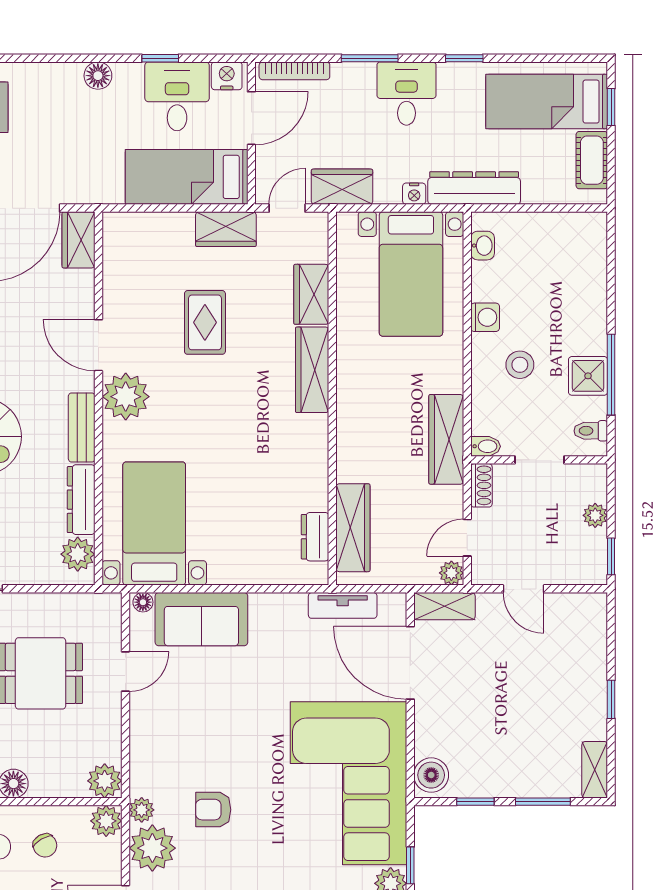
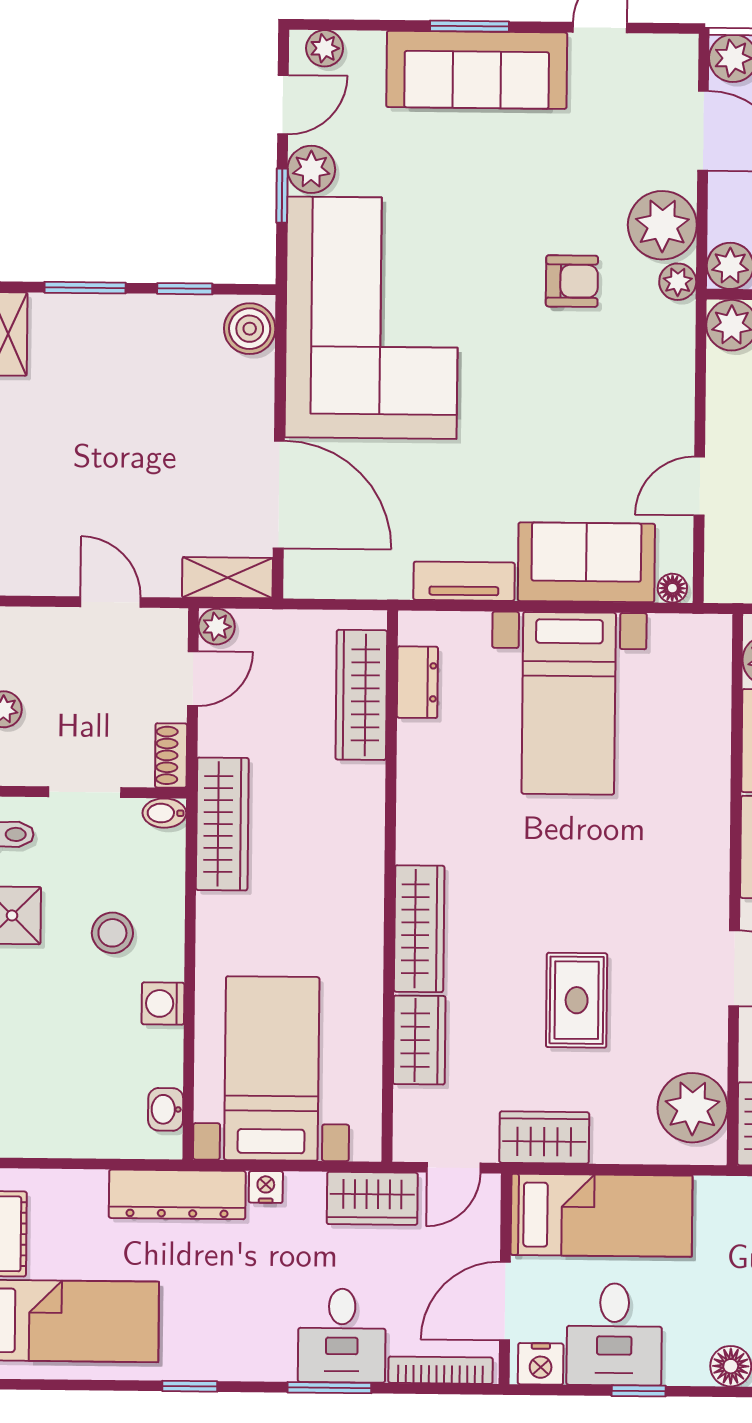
desk: (406, 94) -> (342, 1336), moved
plant: (126, 397) -> (692, 1108), moved
bed with nightstands: (154, 524) -> (569, 703), moved
tv unit: (343, 605) -> (464, 581), moved

